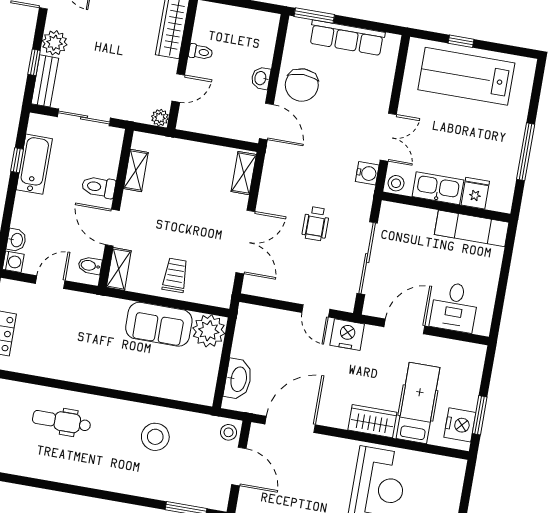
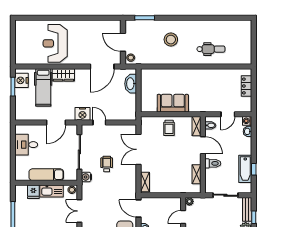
water cooler: (367, 173) -> (86, 177), moved
exam couch: (472, 228) -> (46, 175), moved
desk: (454, 307) -> (26, 145), moved, turned -90
plant: (209, 331) -> (149, 104), removed
stool: (155, 437) -> (171, 40), moved

